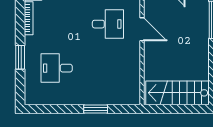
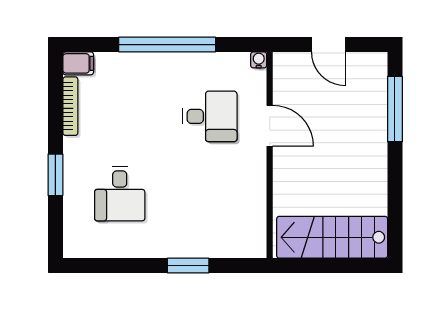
desk: (57, 68) -> (120, 194), turned -90

